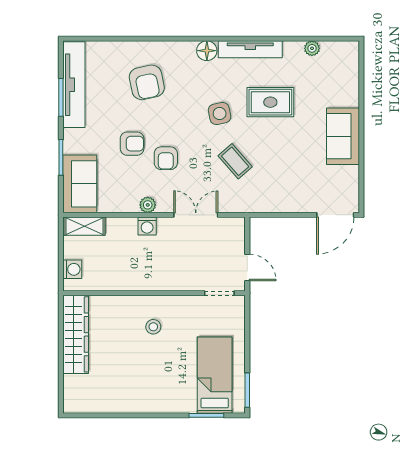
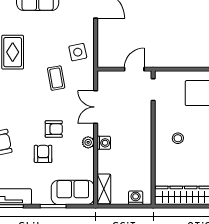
side table: (220, 114) -> (78, 52), moved
coffee table: (235, 161) -> (56, 78), turned -59

